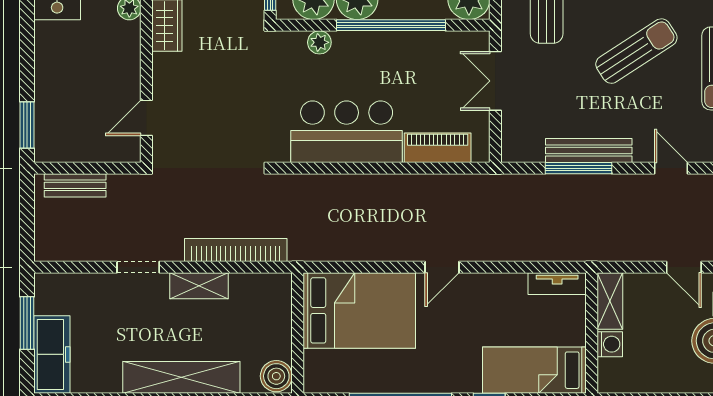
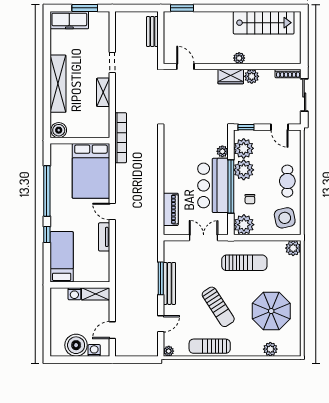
bar counter: (347, 132) -> (213, 185), moved, turned 180
bookcase: (236, 250) -> (121, 138), moved
tv unit: (557, 284) -> (104, 237), moved

